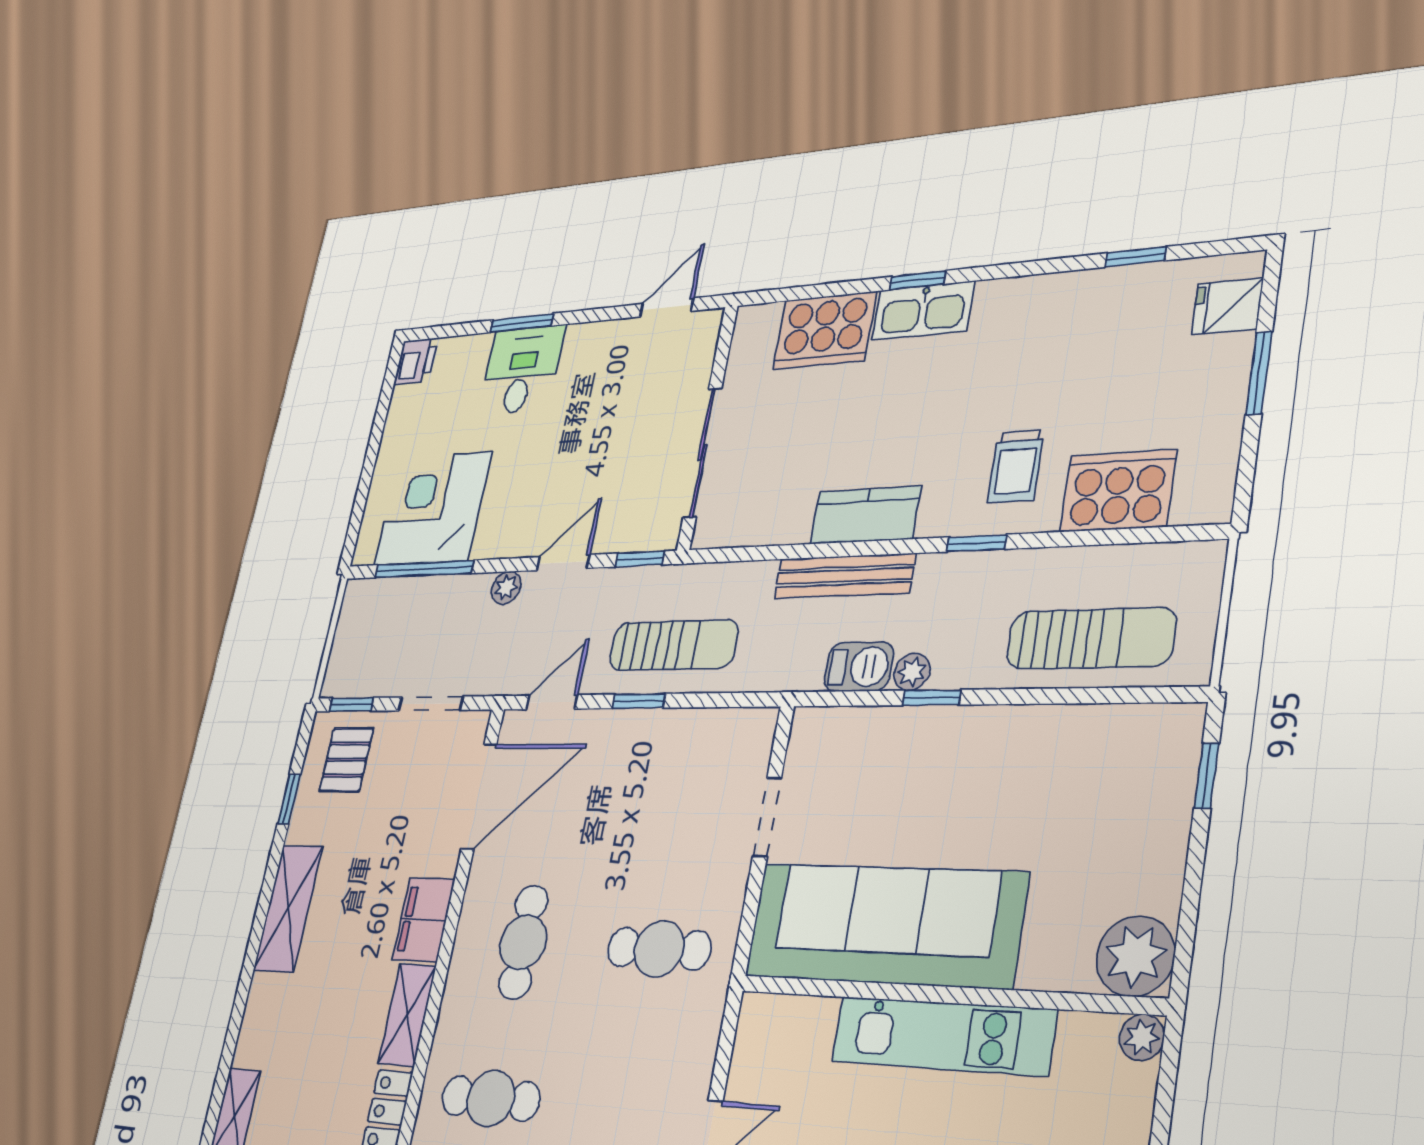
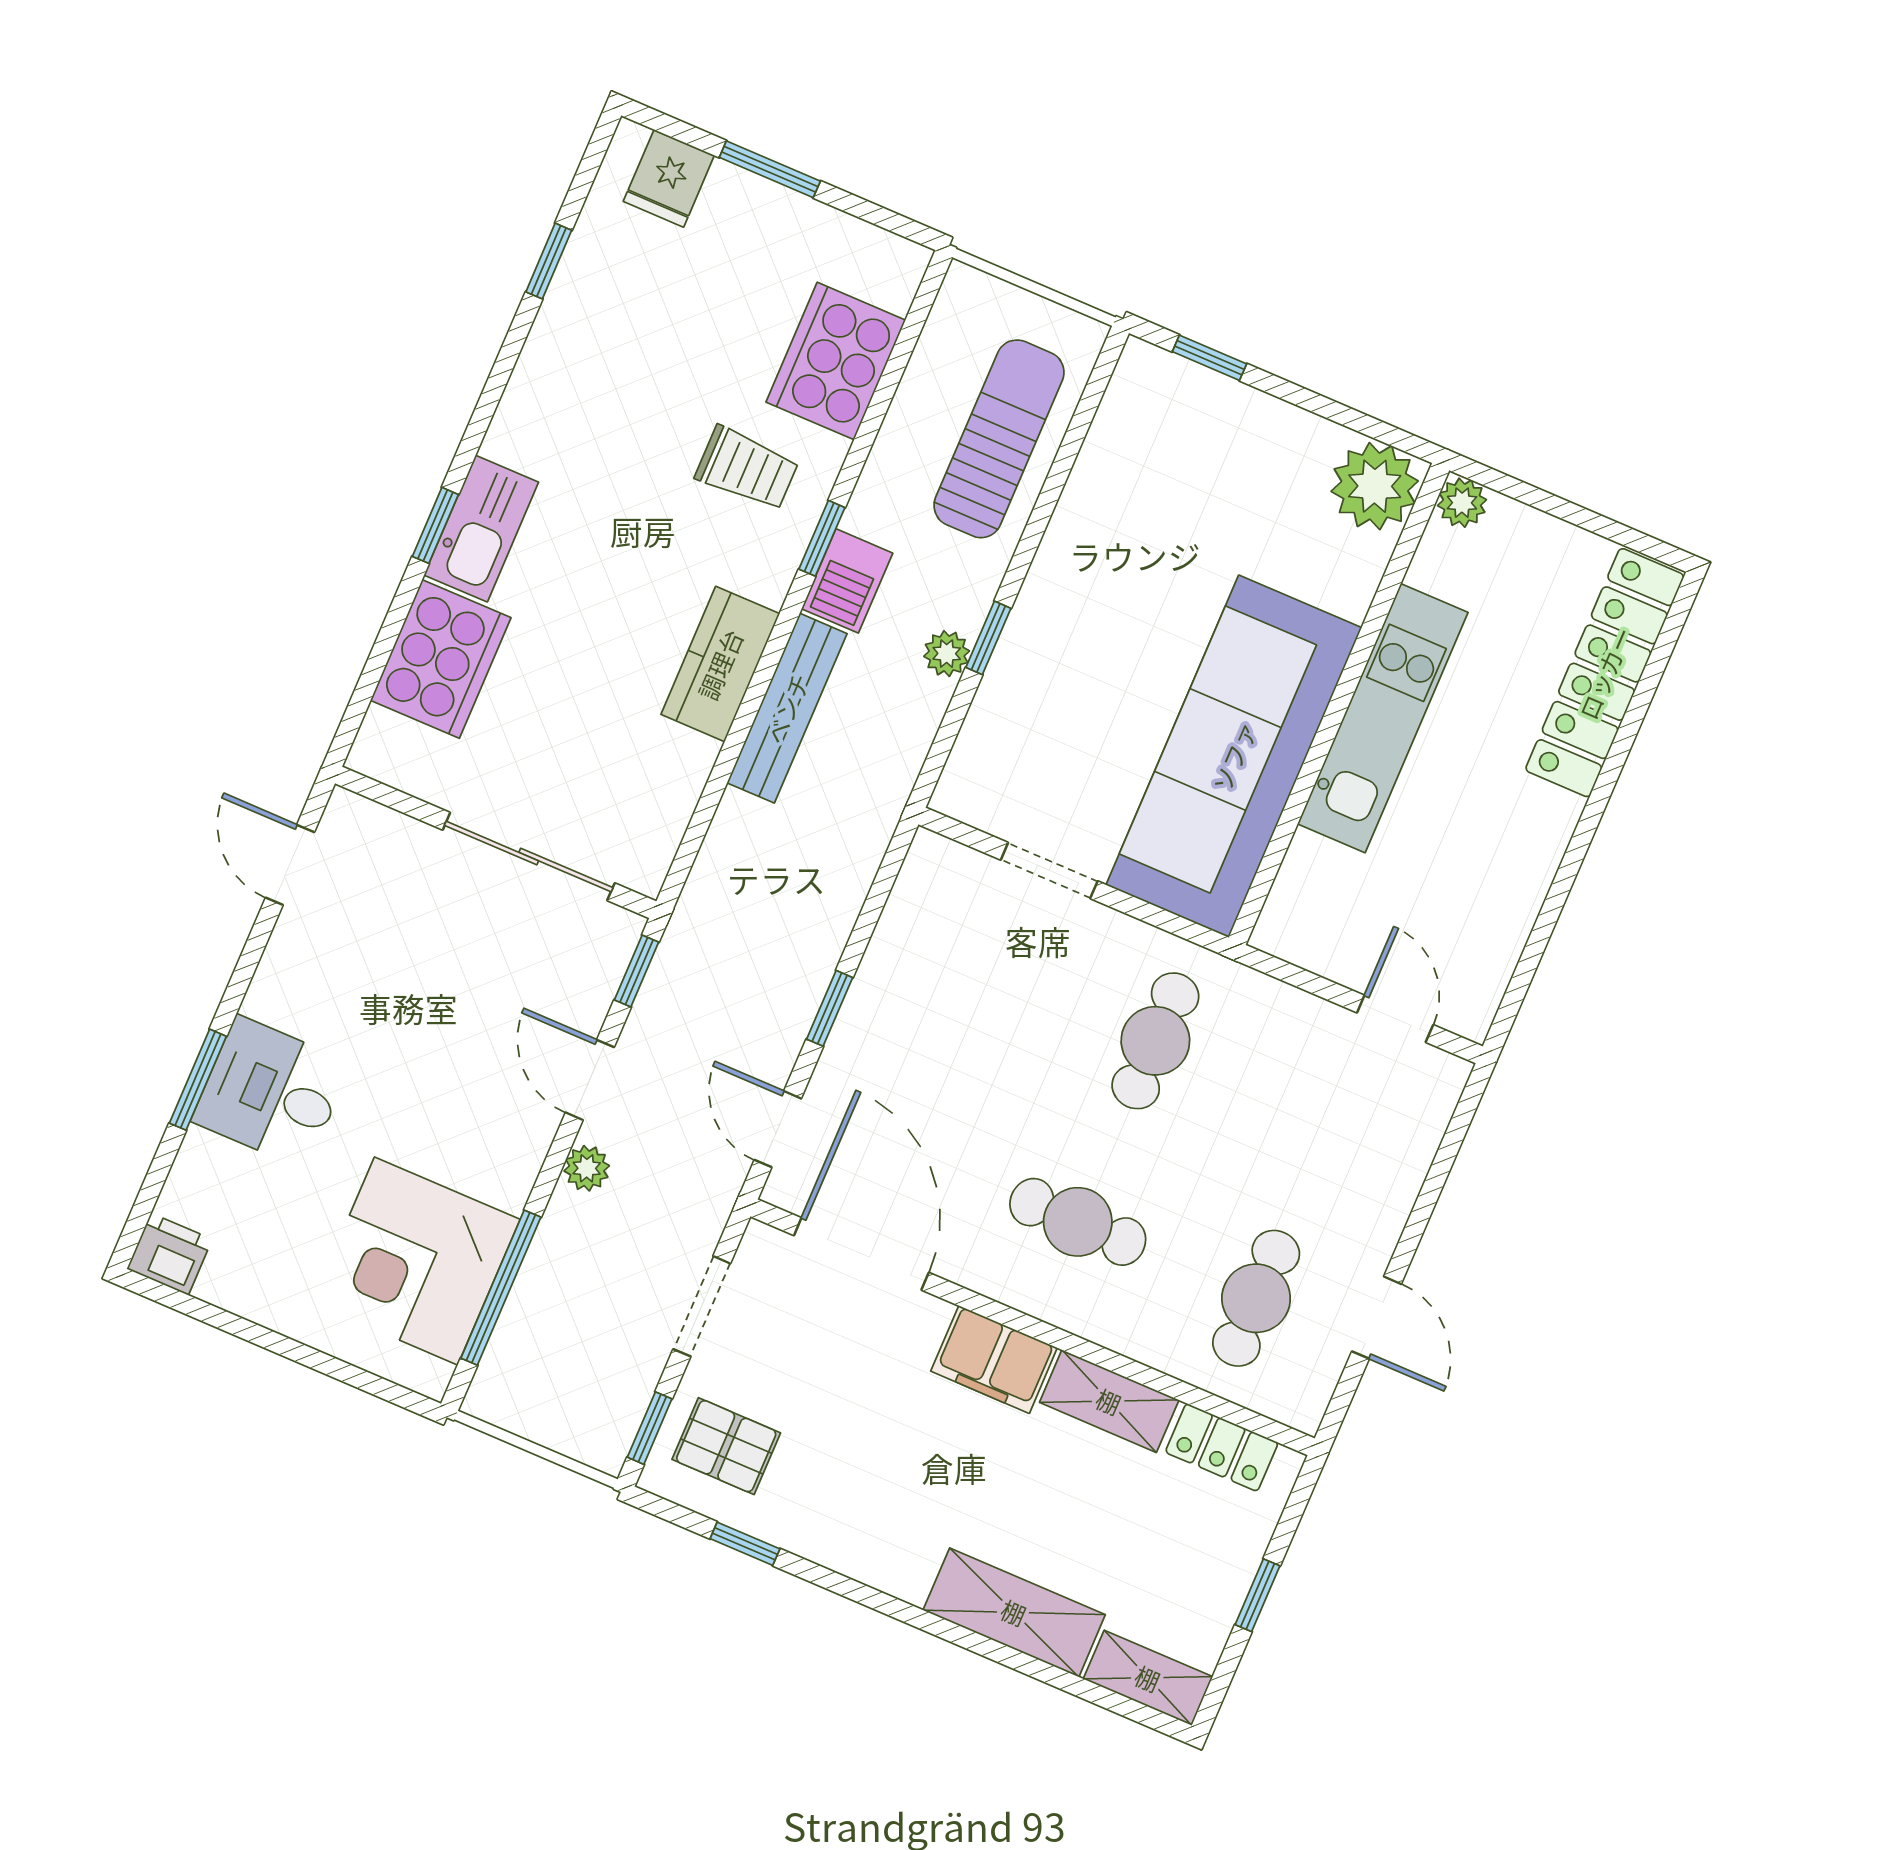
sun lounger: (673, 645) -> (776, 948), removed
barbecue: (859, 667) -> (847, 581), moved, turned 180
shelving: (288, 908) -> (1014, 1612), moved

